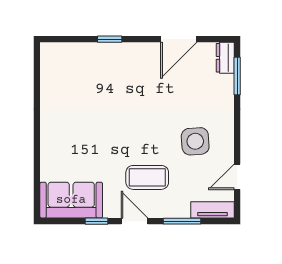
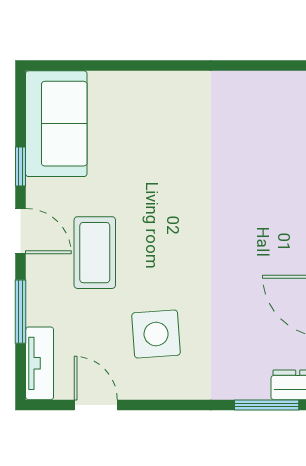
door: (135, 221) -> (21, 231), hinge flipped

